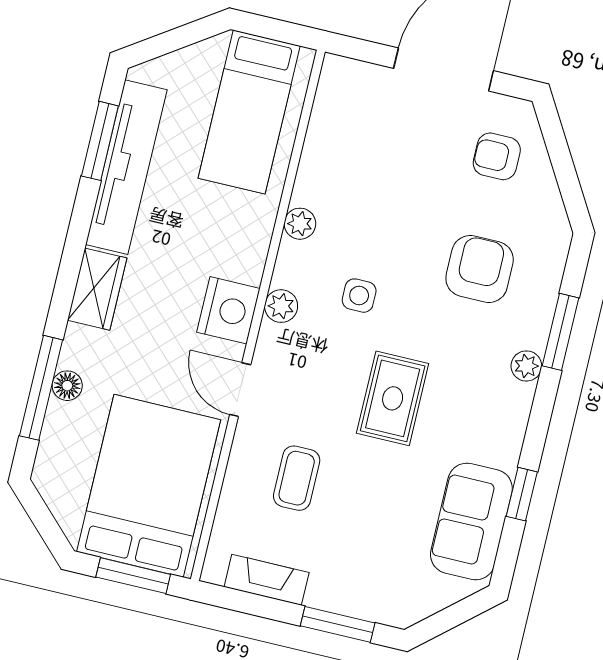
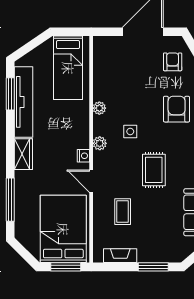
armchair: (497, 156) -> (173, 62), turned 90
nightstand: (228, 310) -> (83, 156), width x0.53, depth x0.56
floor lamp: (67, 386) -> (21, 196), removed

